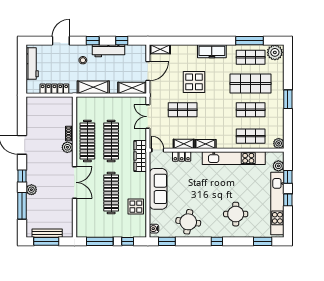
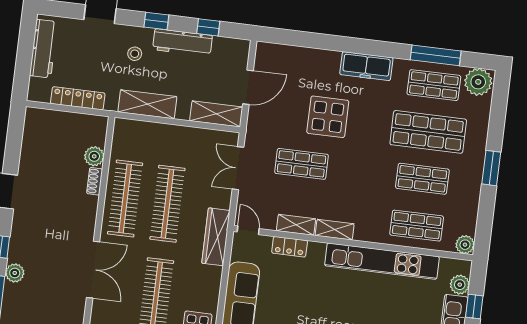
shelving: (160, 49) -> (275, 51), removed
plant: (67, 147) -> (94, 156), moved

